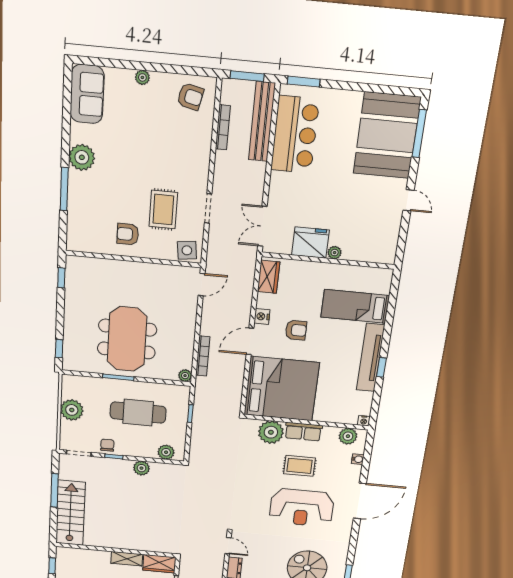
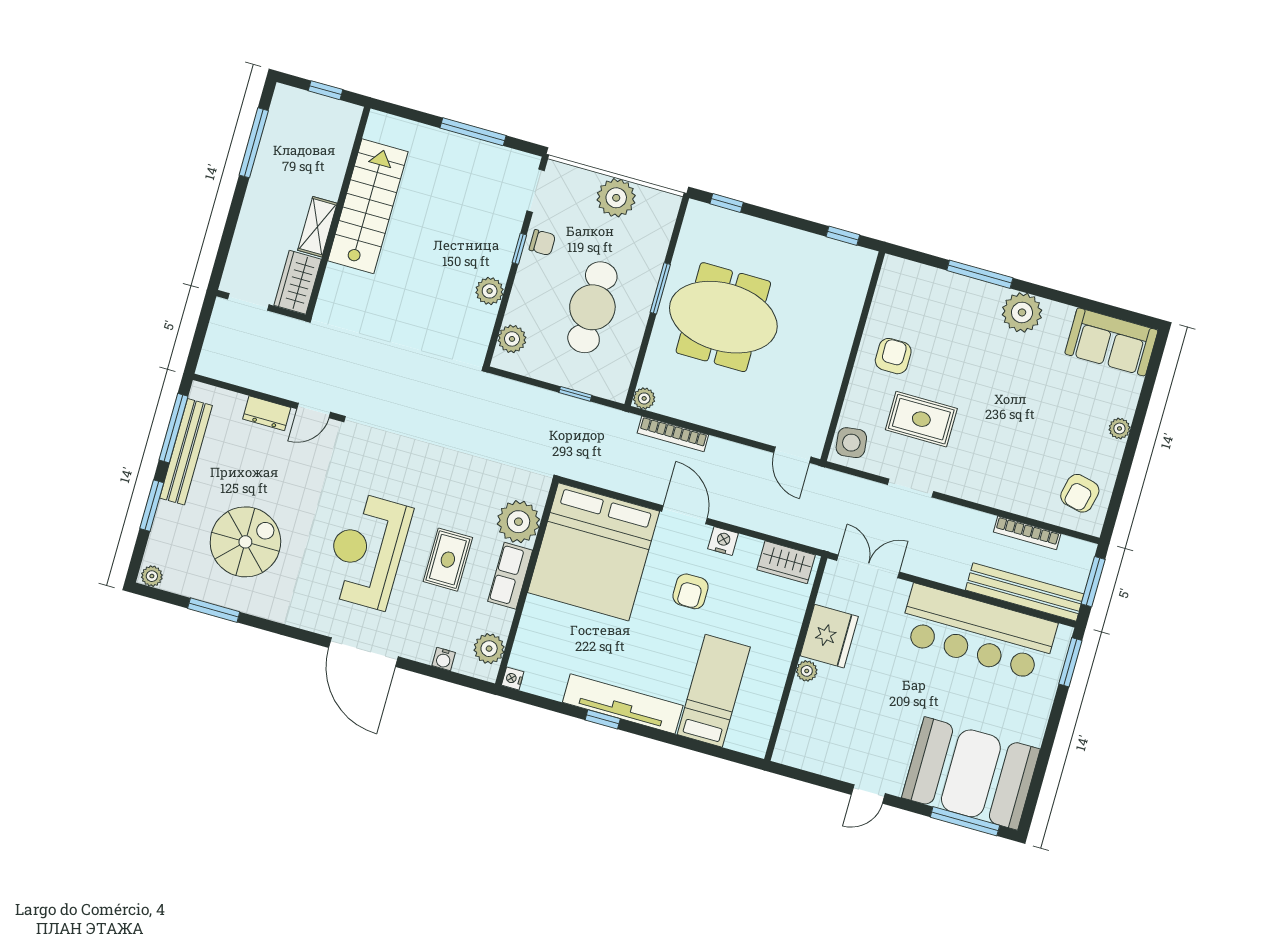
bar counter: (295, 135) -> (978, 632), width x1.36
stairs: (70, 513) -> (368, 206), moved, turned -90

